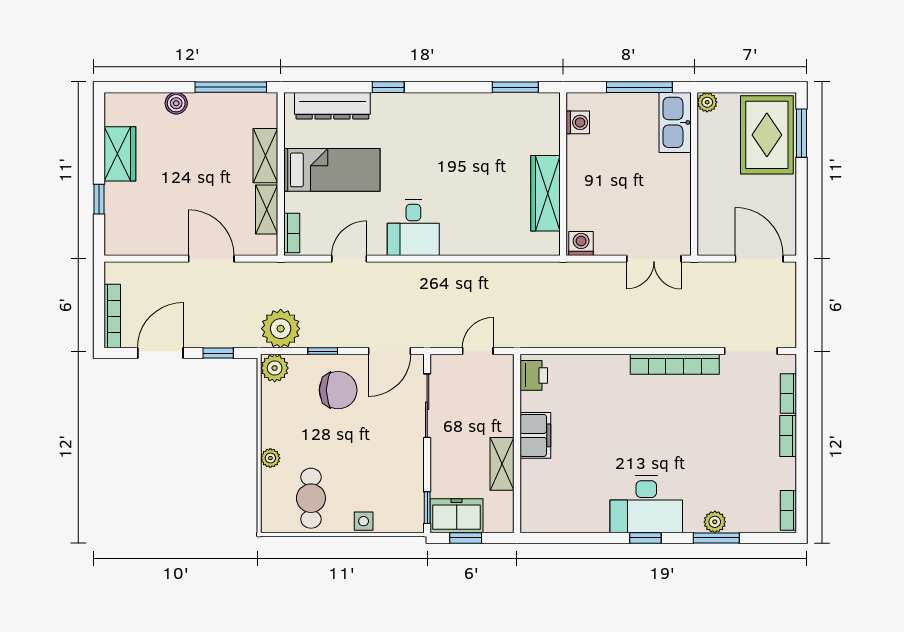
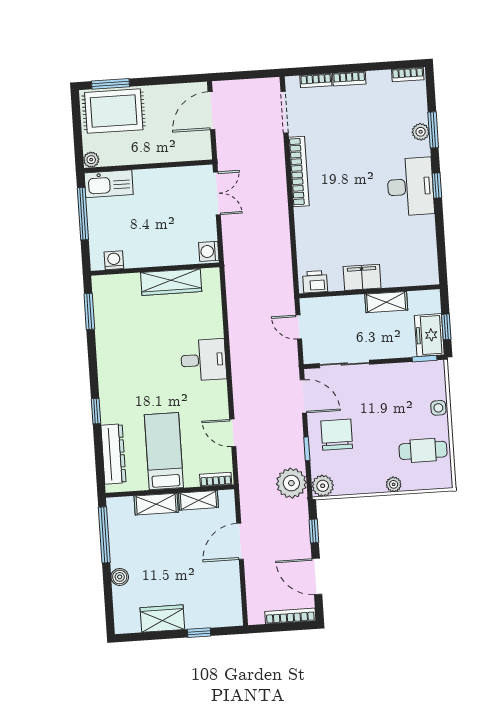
desk: (413, 228) -> (203, 360), moved

